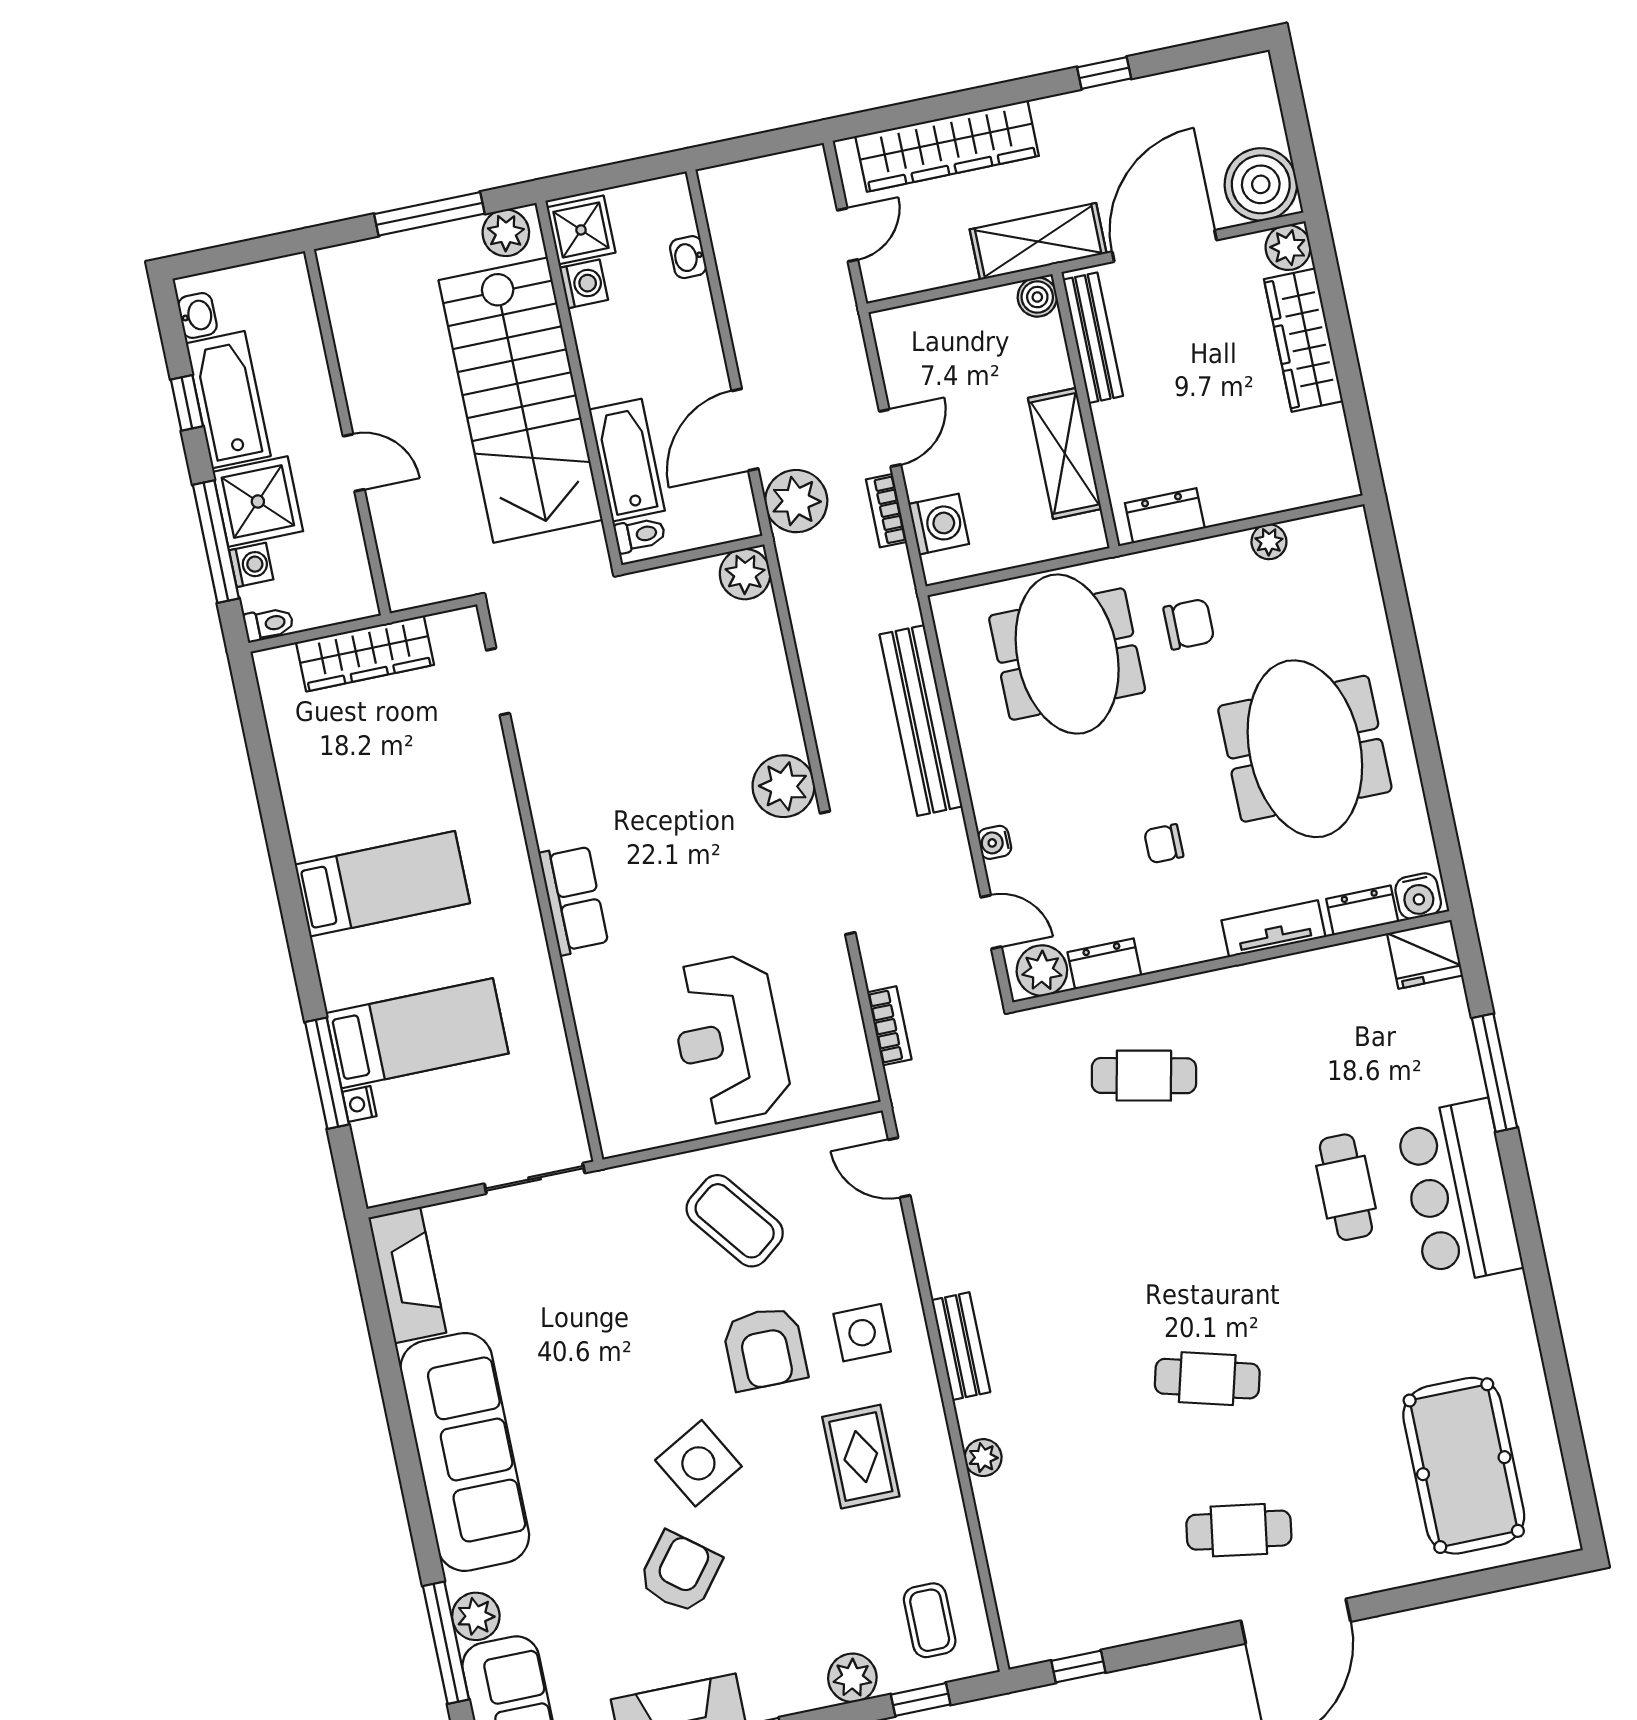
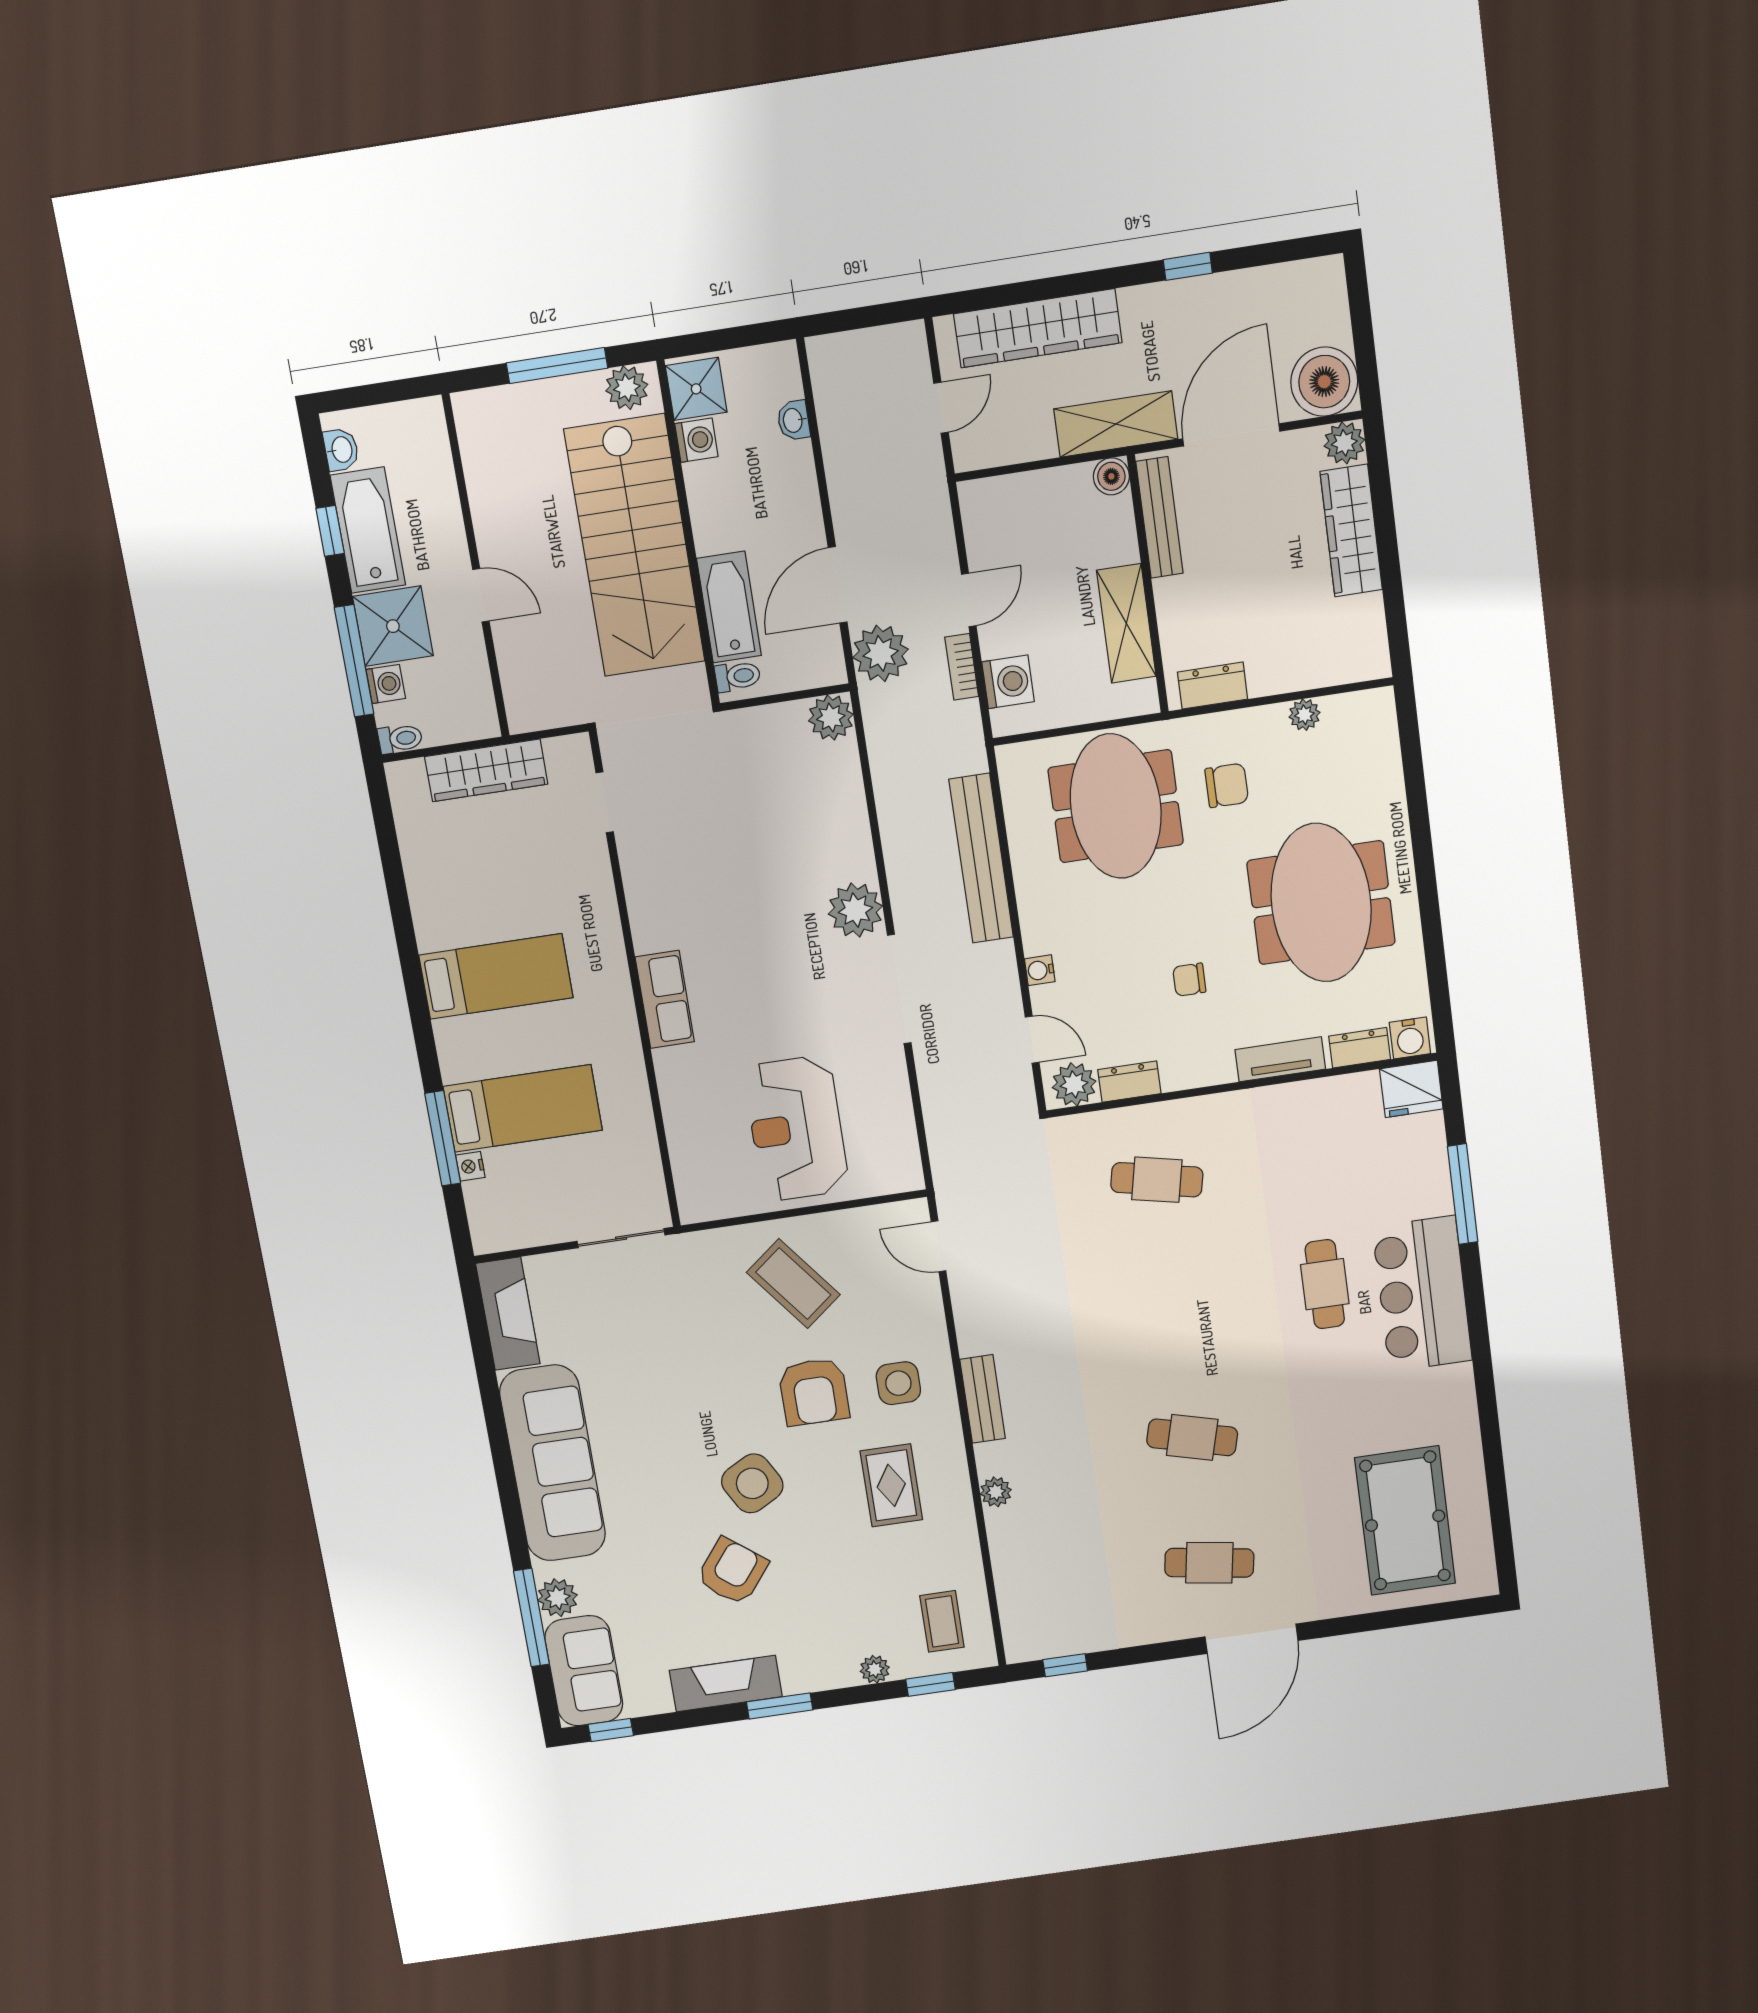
bookcase: (889, 1026) -> (937, 1125), removed
plant: (852, 1678) -> (875, 1669), width x0.73, depth x0.73

